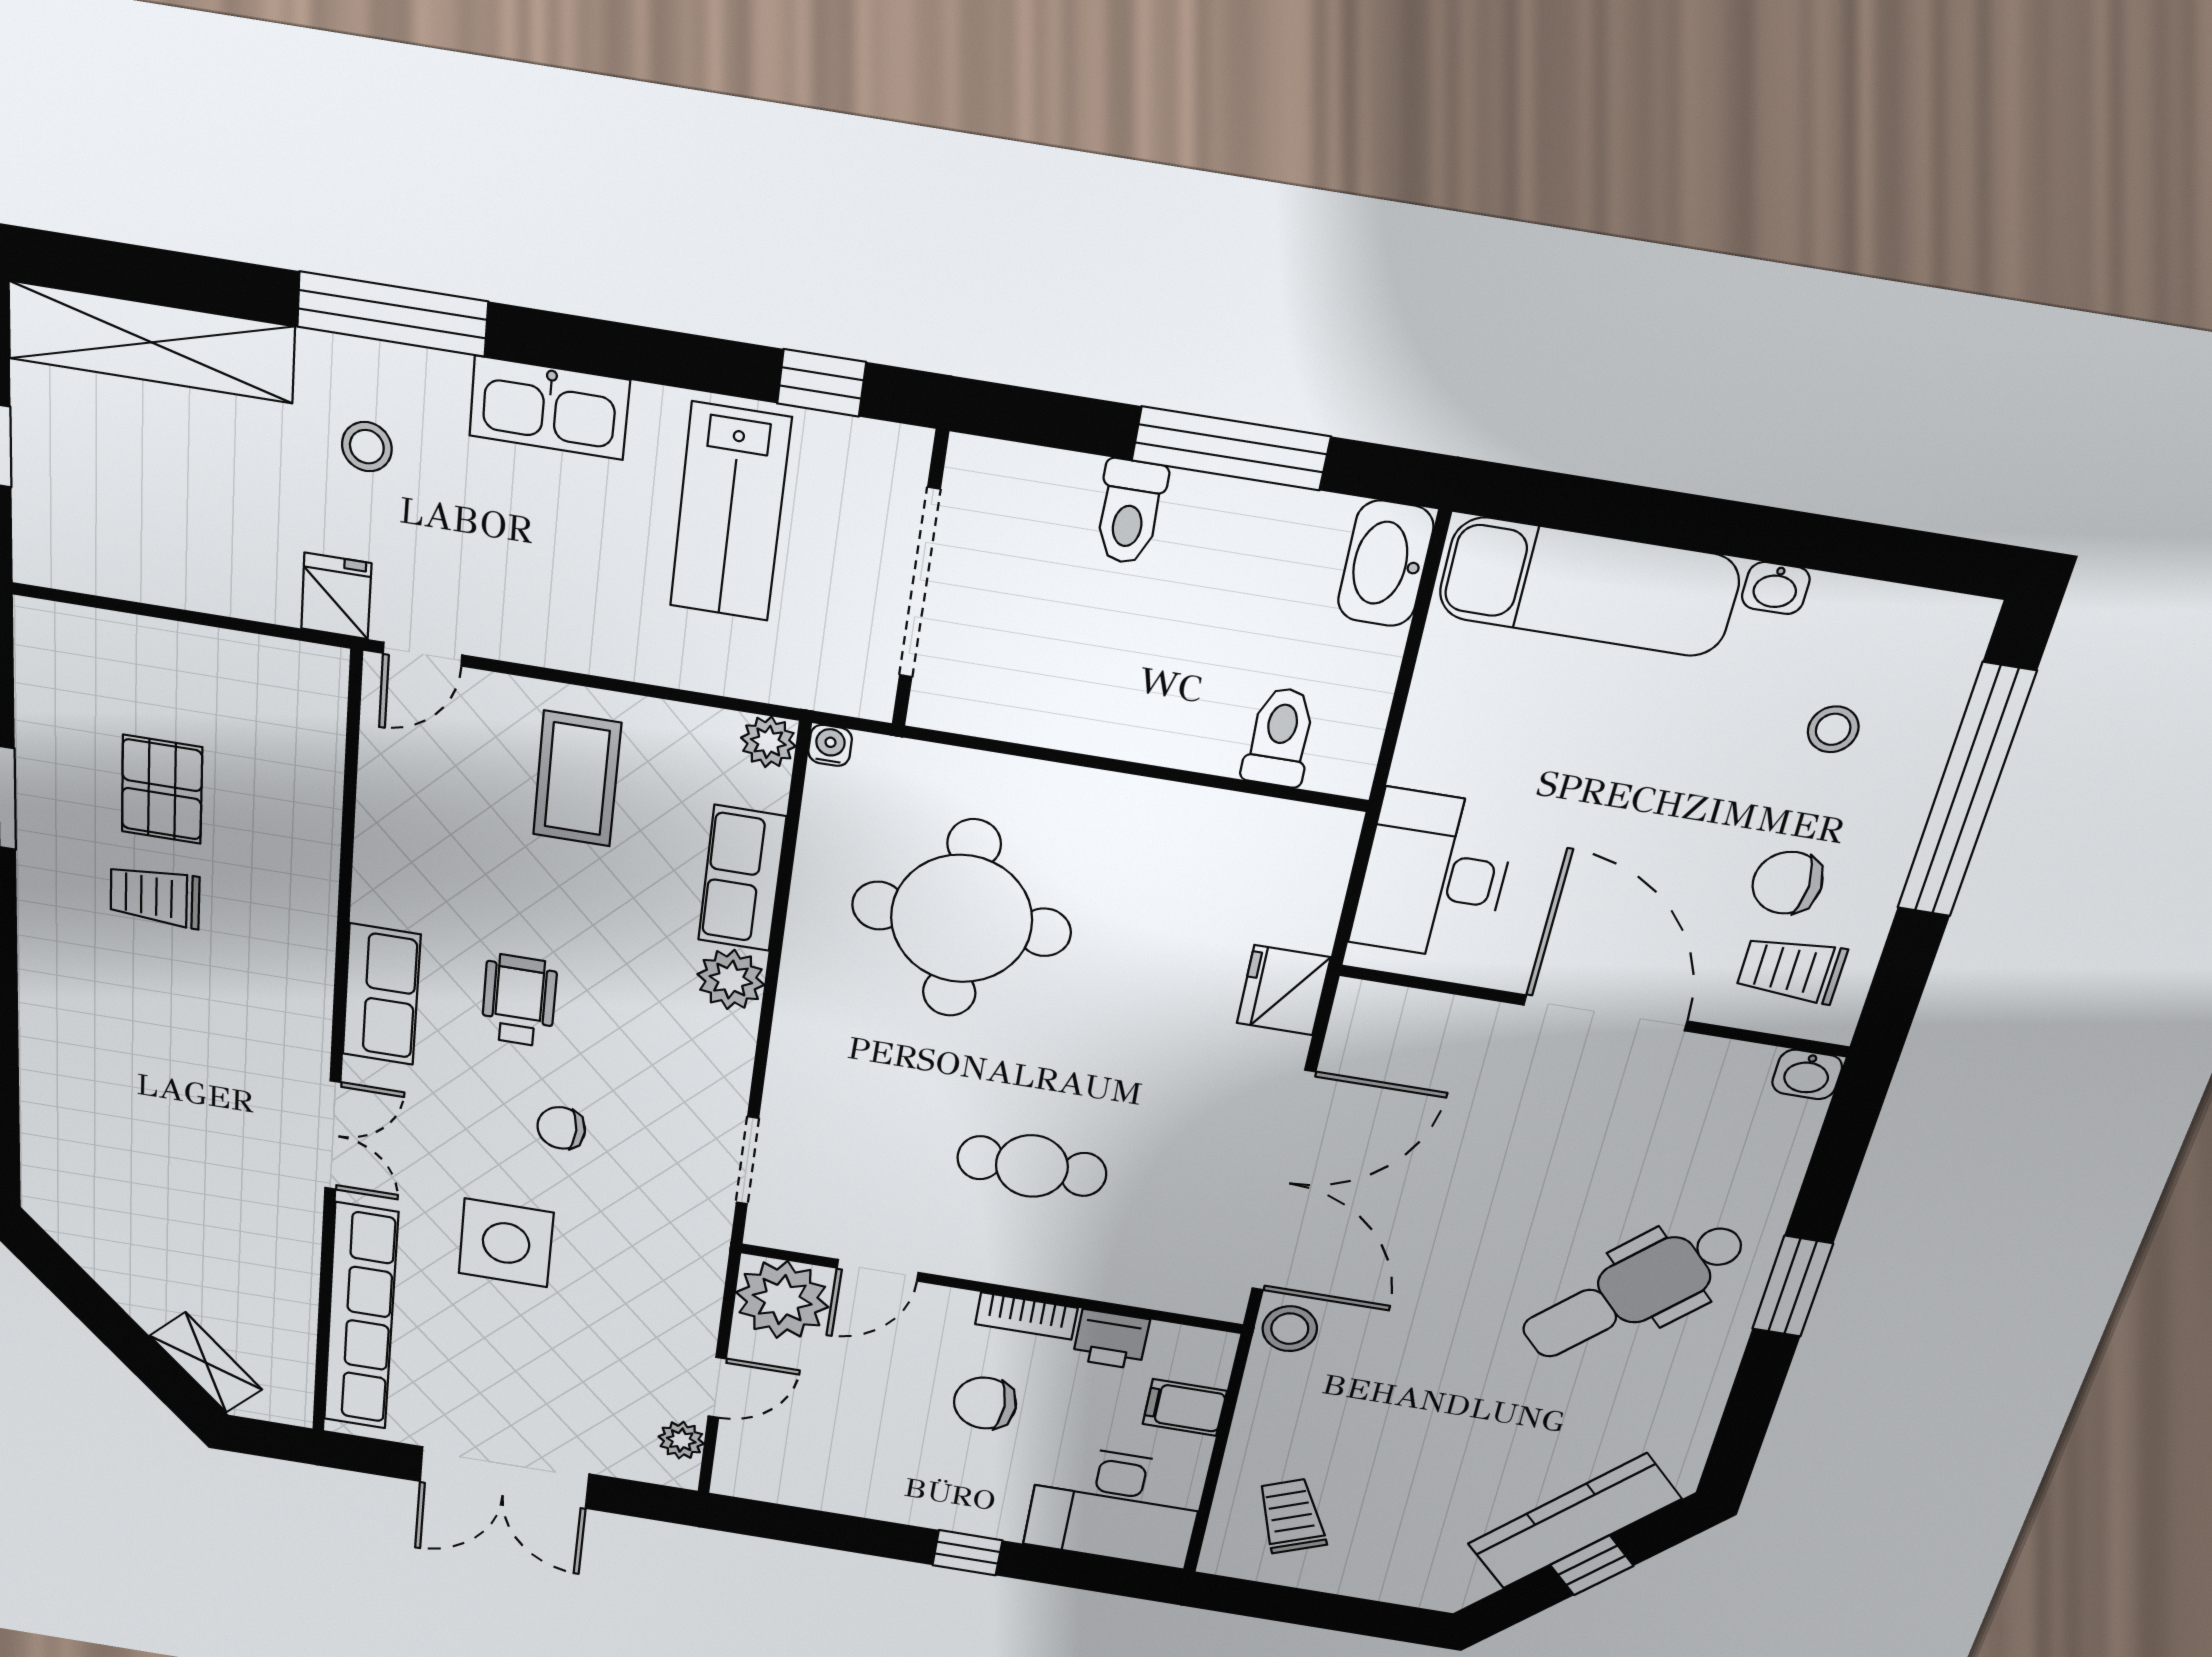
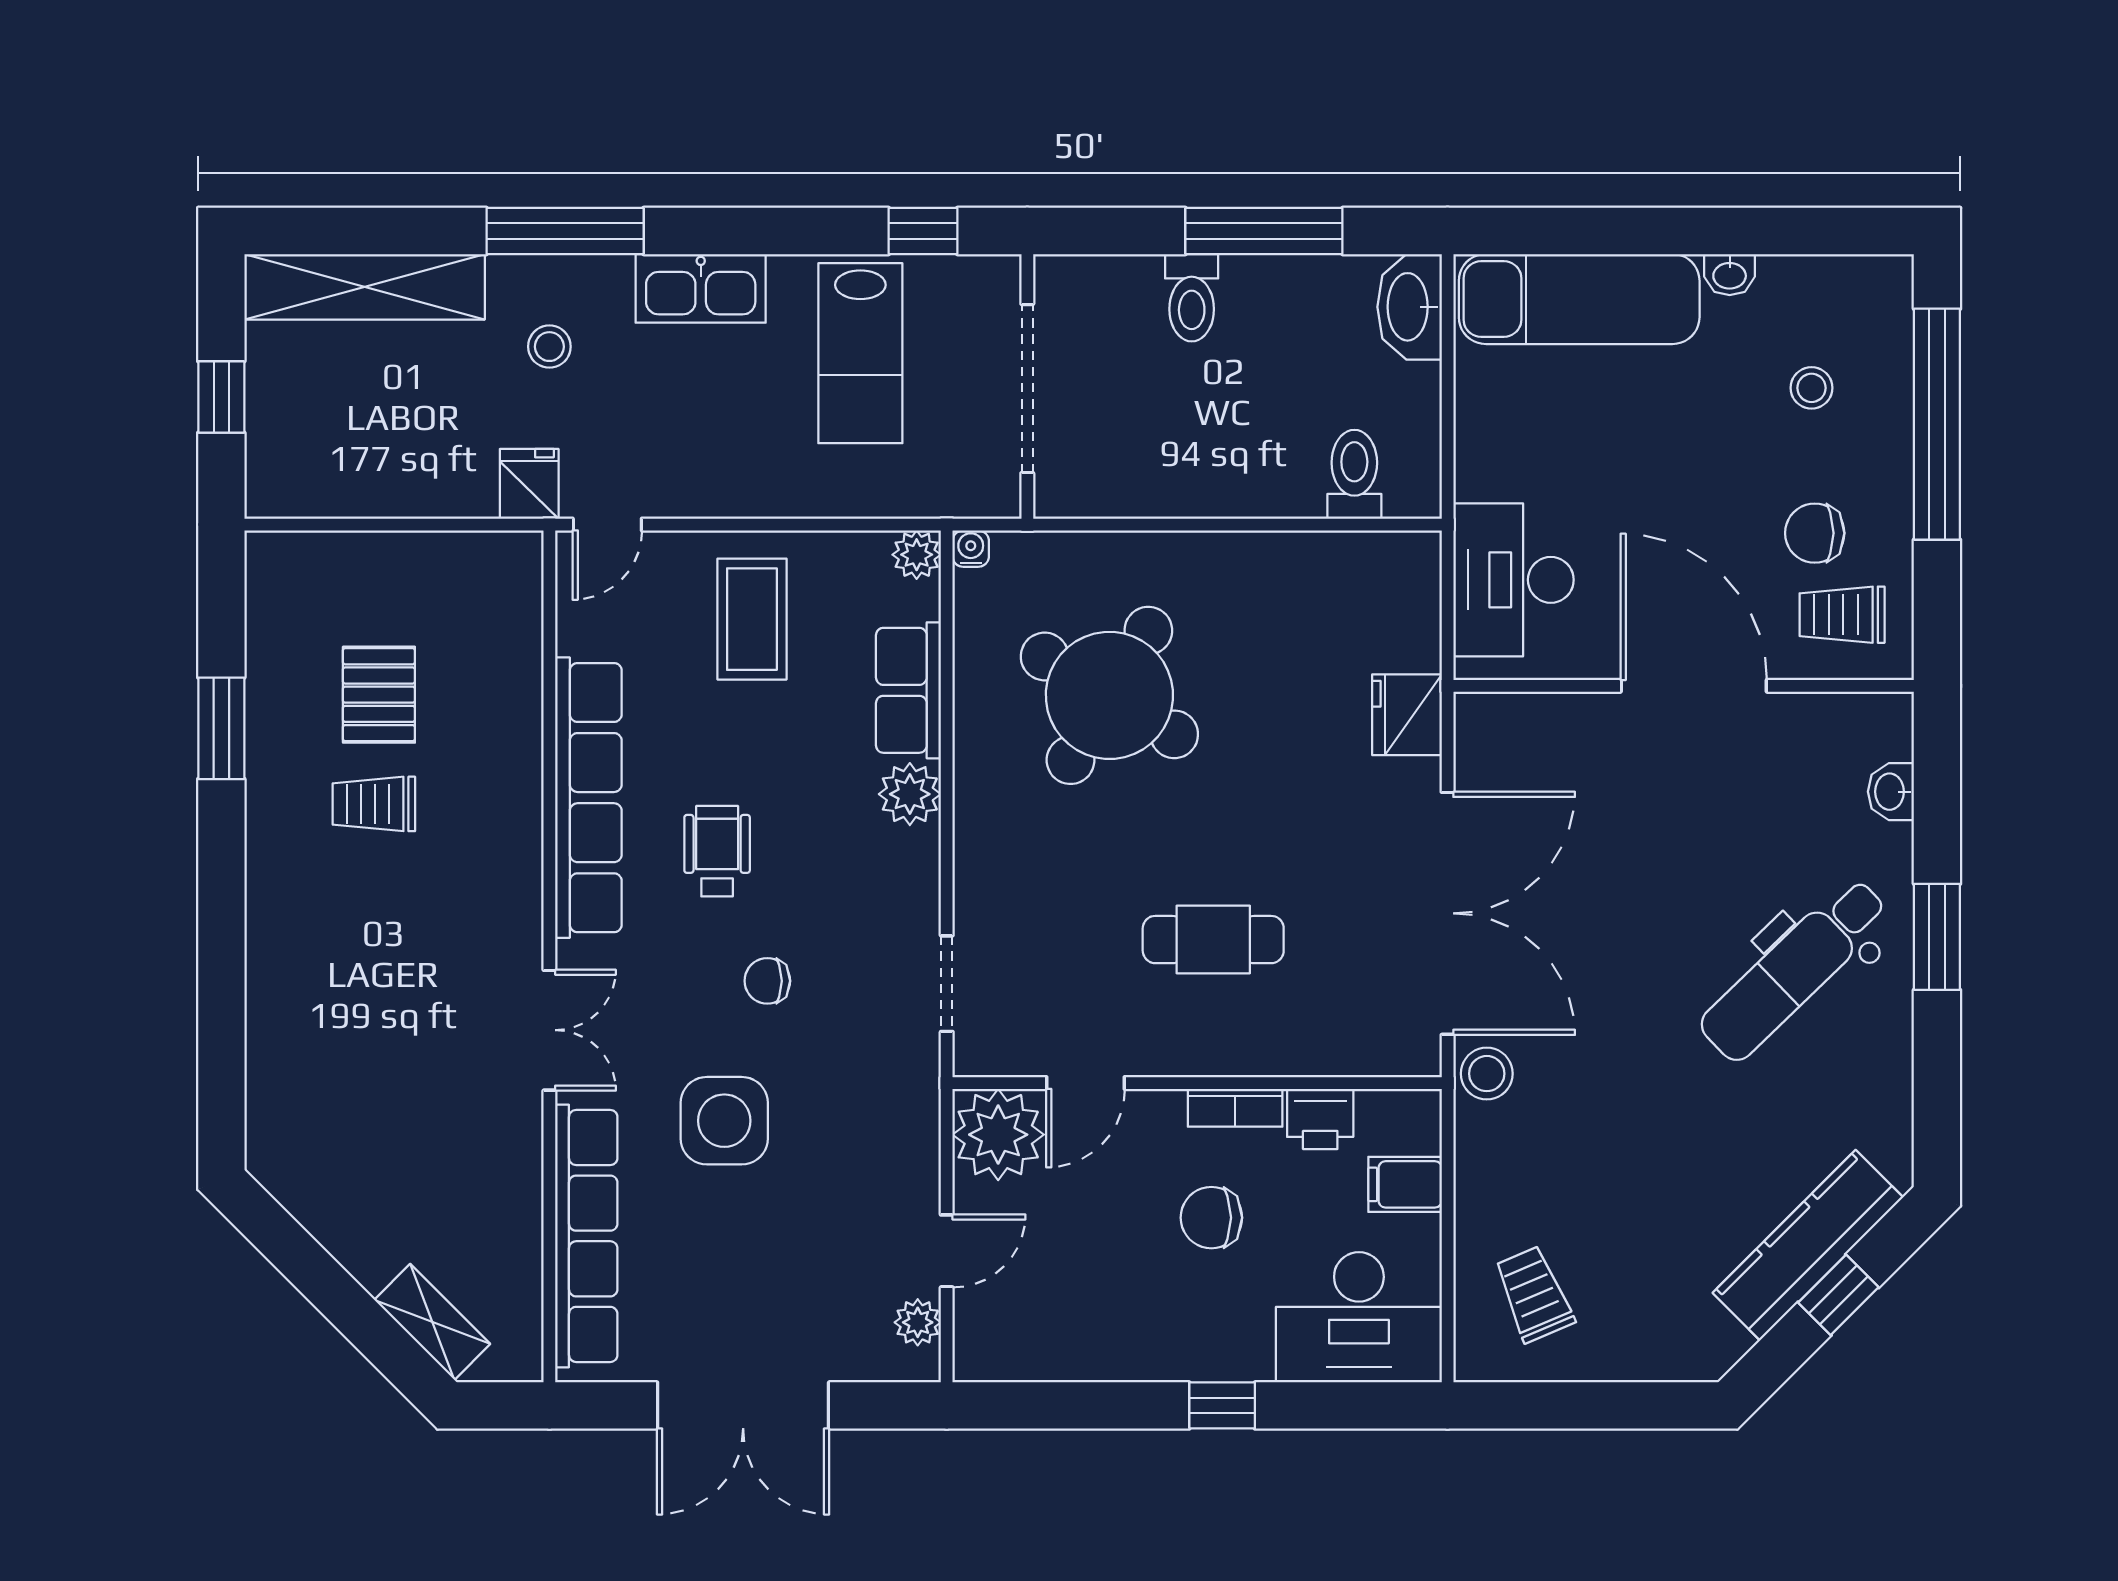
round table: (961, 919) -> (1109, 695), turned 31
row of seats: (381, 995) -> (588, 798), width x2.02
washbasin: (1807, 1074) -> (1891, 792), moved, turned 90

